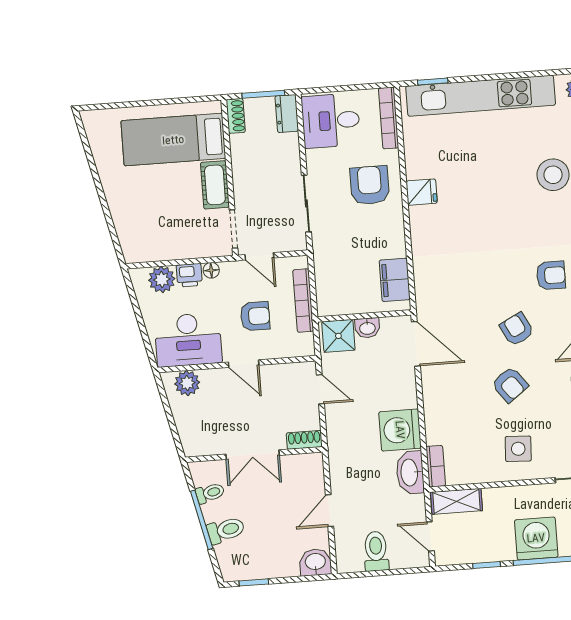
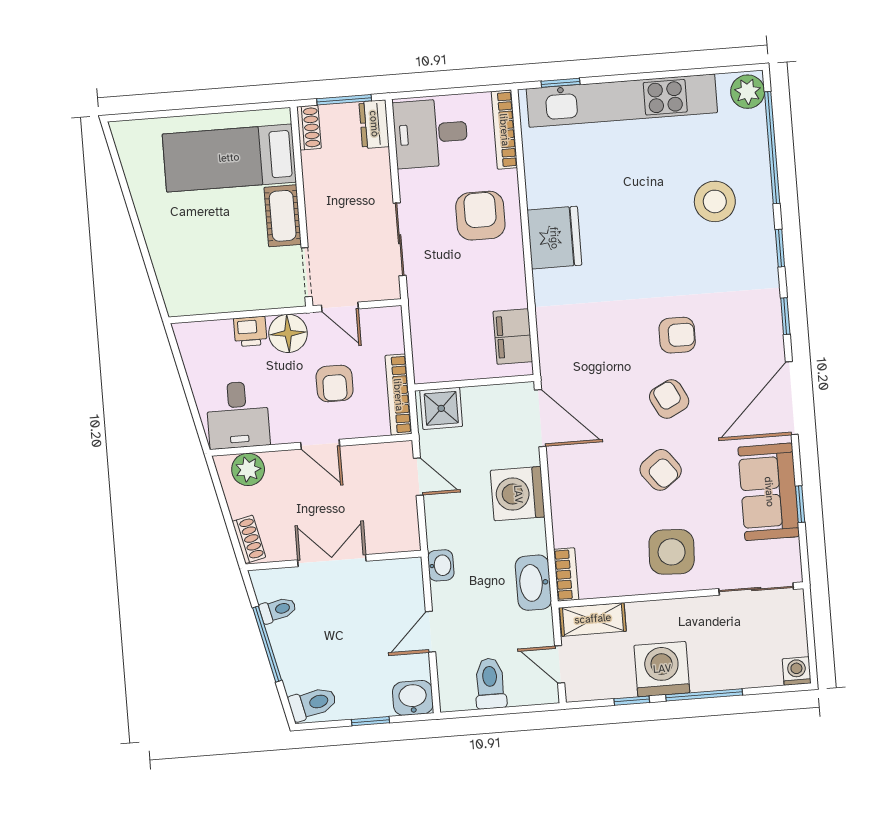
fridge: (422, 192) -> (554, 238), width x1.88, depth x1.34
floor lamp: (211, 270) -> (288, 333), width x1.89, depth x1.89
armchair: (551, 275) -> (677, 335), moved
plant: (162, 279) -> (215, 337), removed
bookcase: (303, 301) -> (398, 395), moved
armchair: (255, 316) -> (335, 383), turned 90
washbasin: (367, 328) -> (441, 565), moved, turned -90
desk: (188, 340) -> (238, 415), width x0.73
washing machine: (400, 430) -> (518, 494), moved
shoe rack: (304, 440) -> (249, 539), moved, turned 77
side table: (518, 449) -> (672, 552), width x1.37, depth x1.37
double door: (253, 455) -> (332, 561), swing flipped
toilet: (226, 530) -> (313, 703), moved
washing machine: (536, 538) -> (662, 669), moved
window: (254, 582) -> (371, 721), moved

